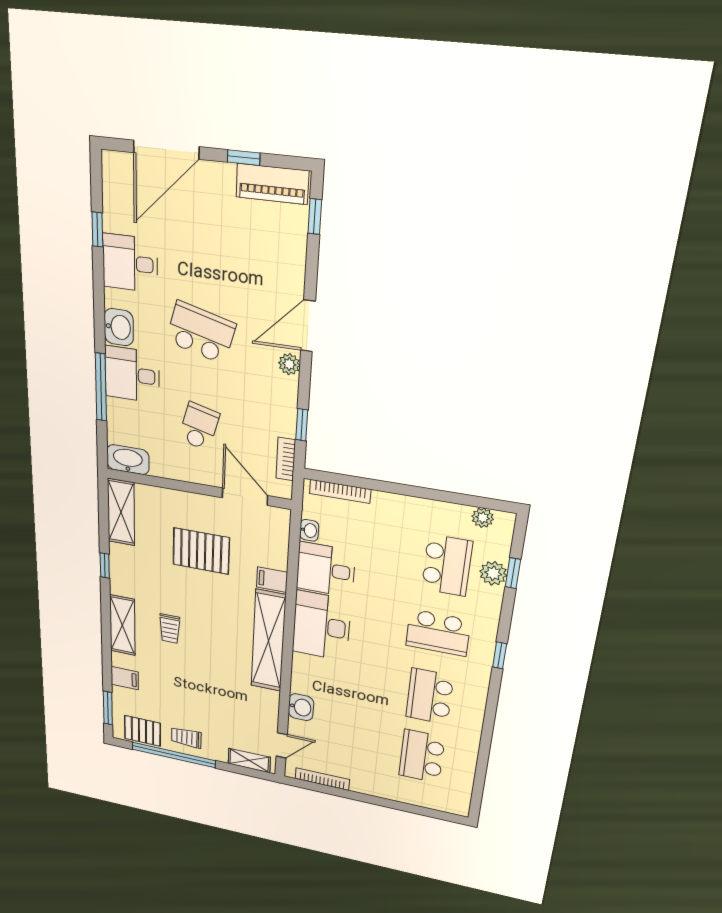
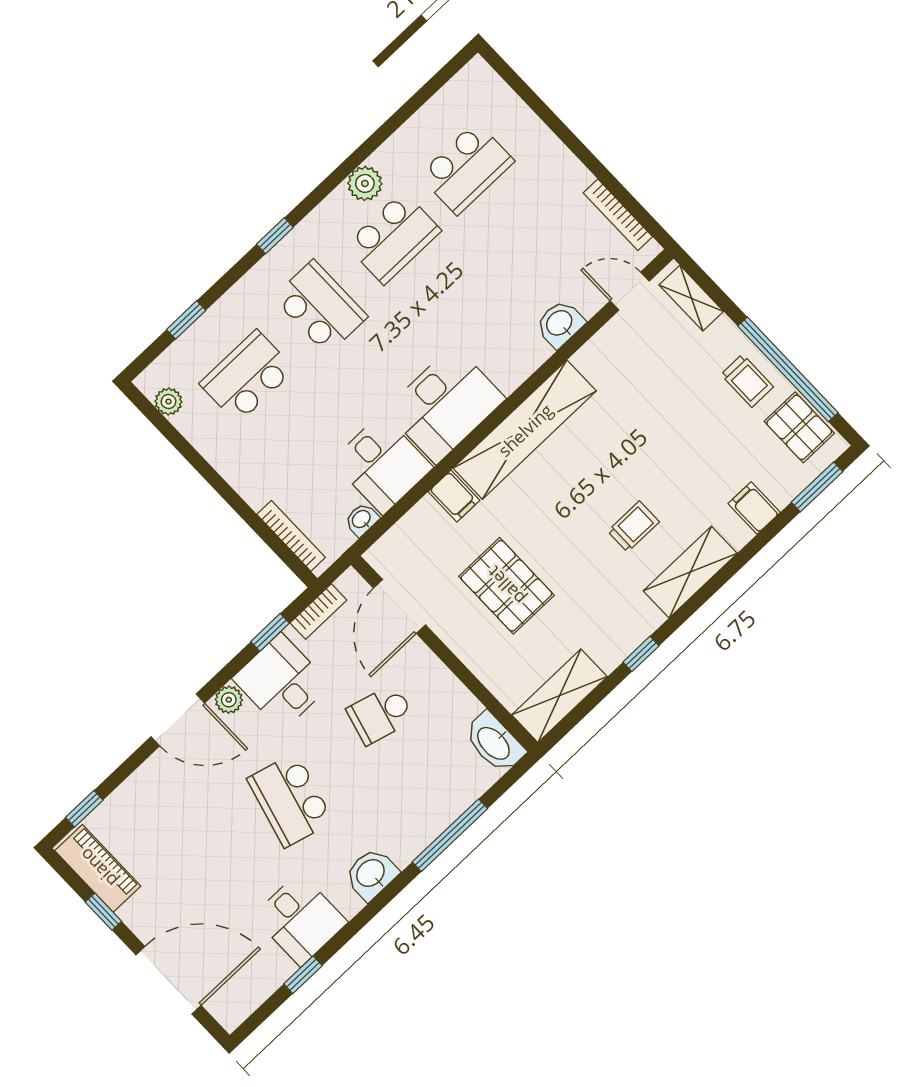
desk: (132, 374) -> (282, 682), moved, turned 180
plant: (493, 573) -> (365, 183), moved

